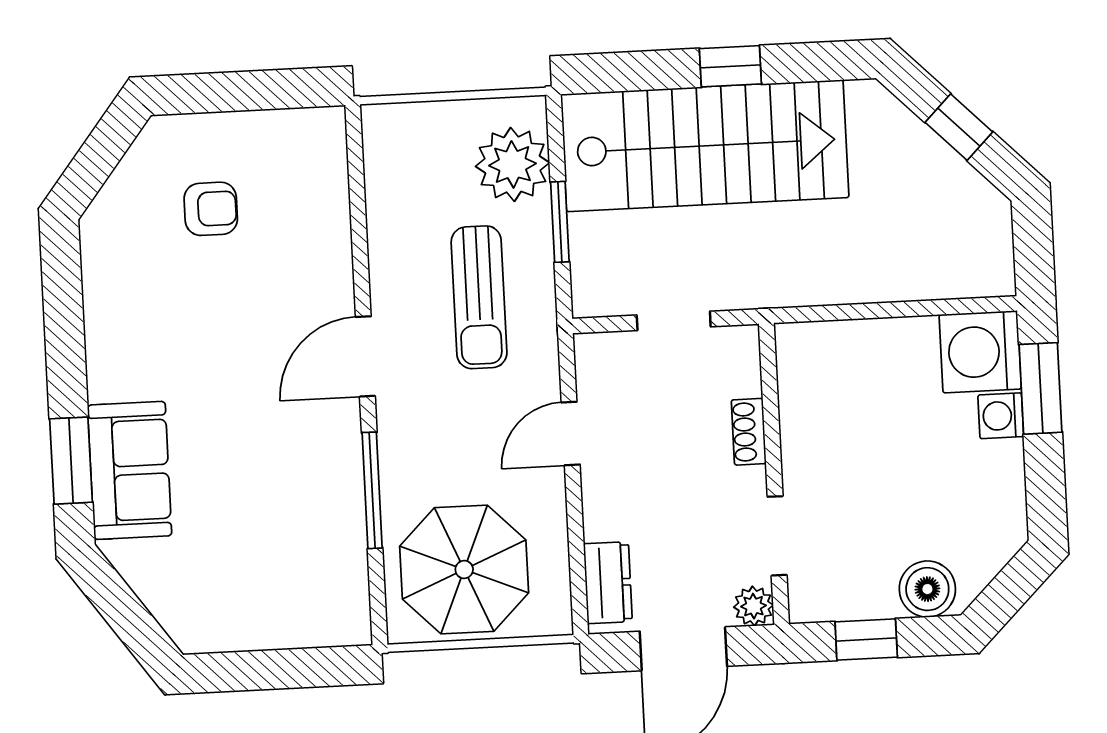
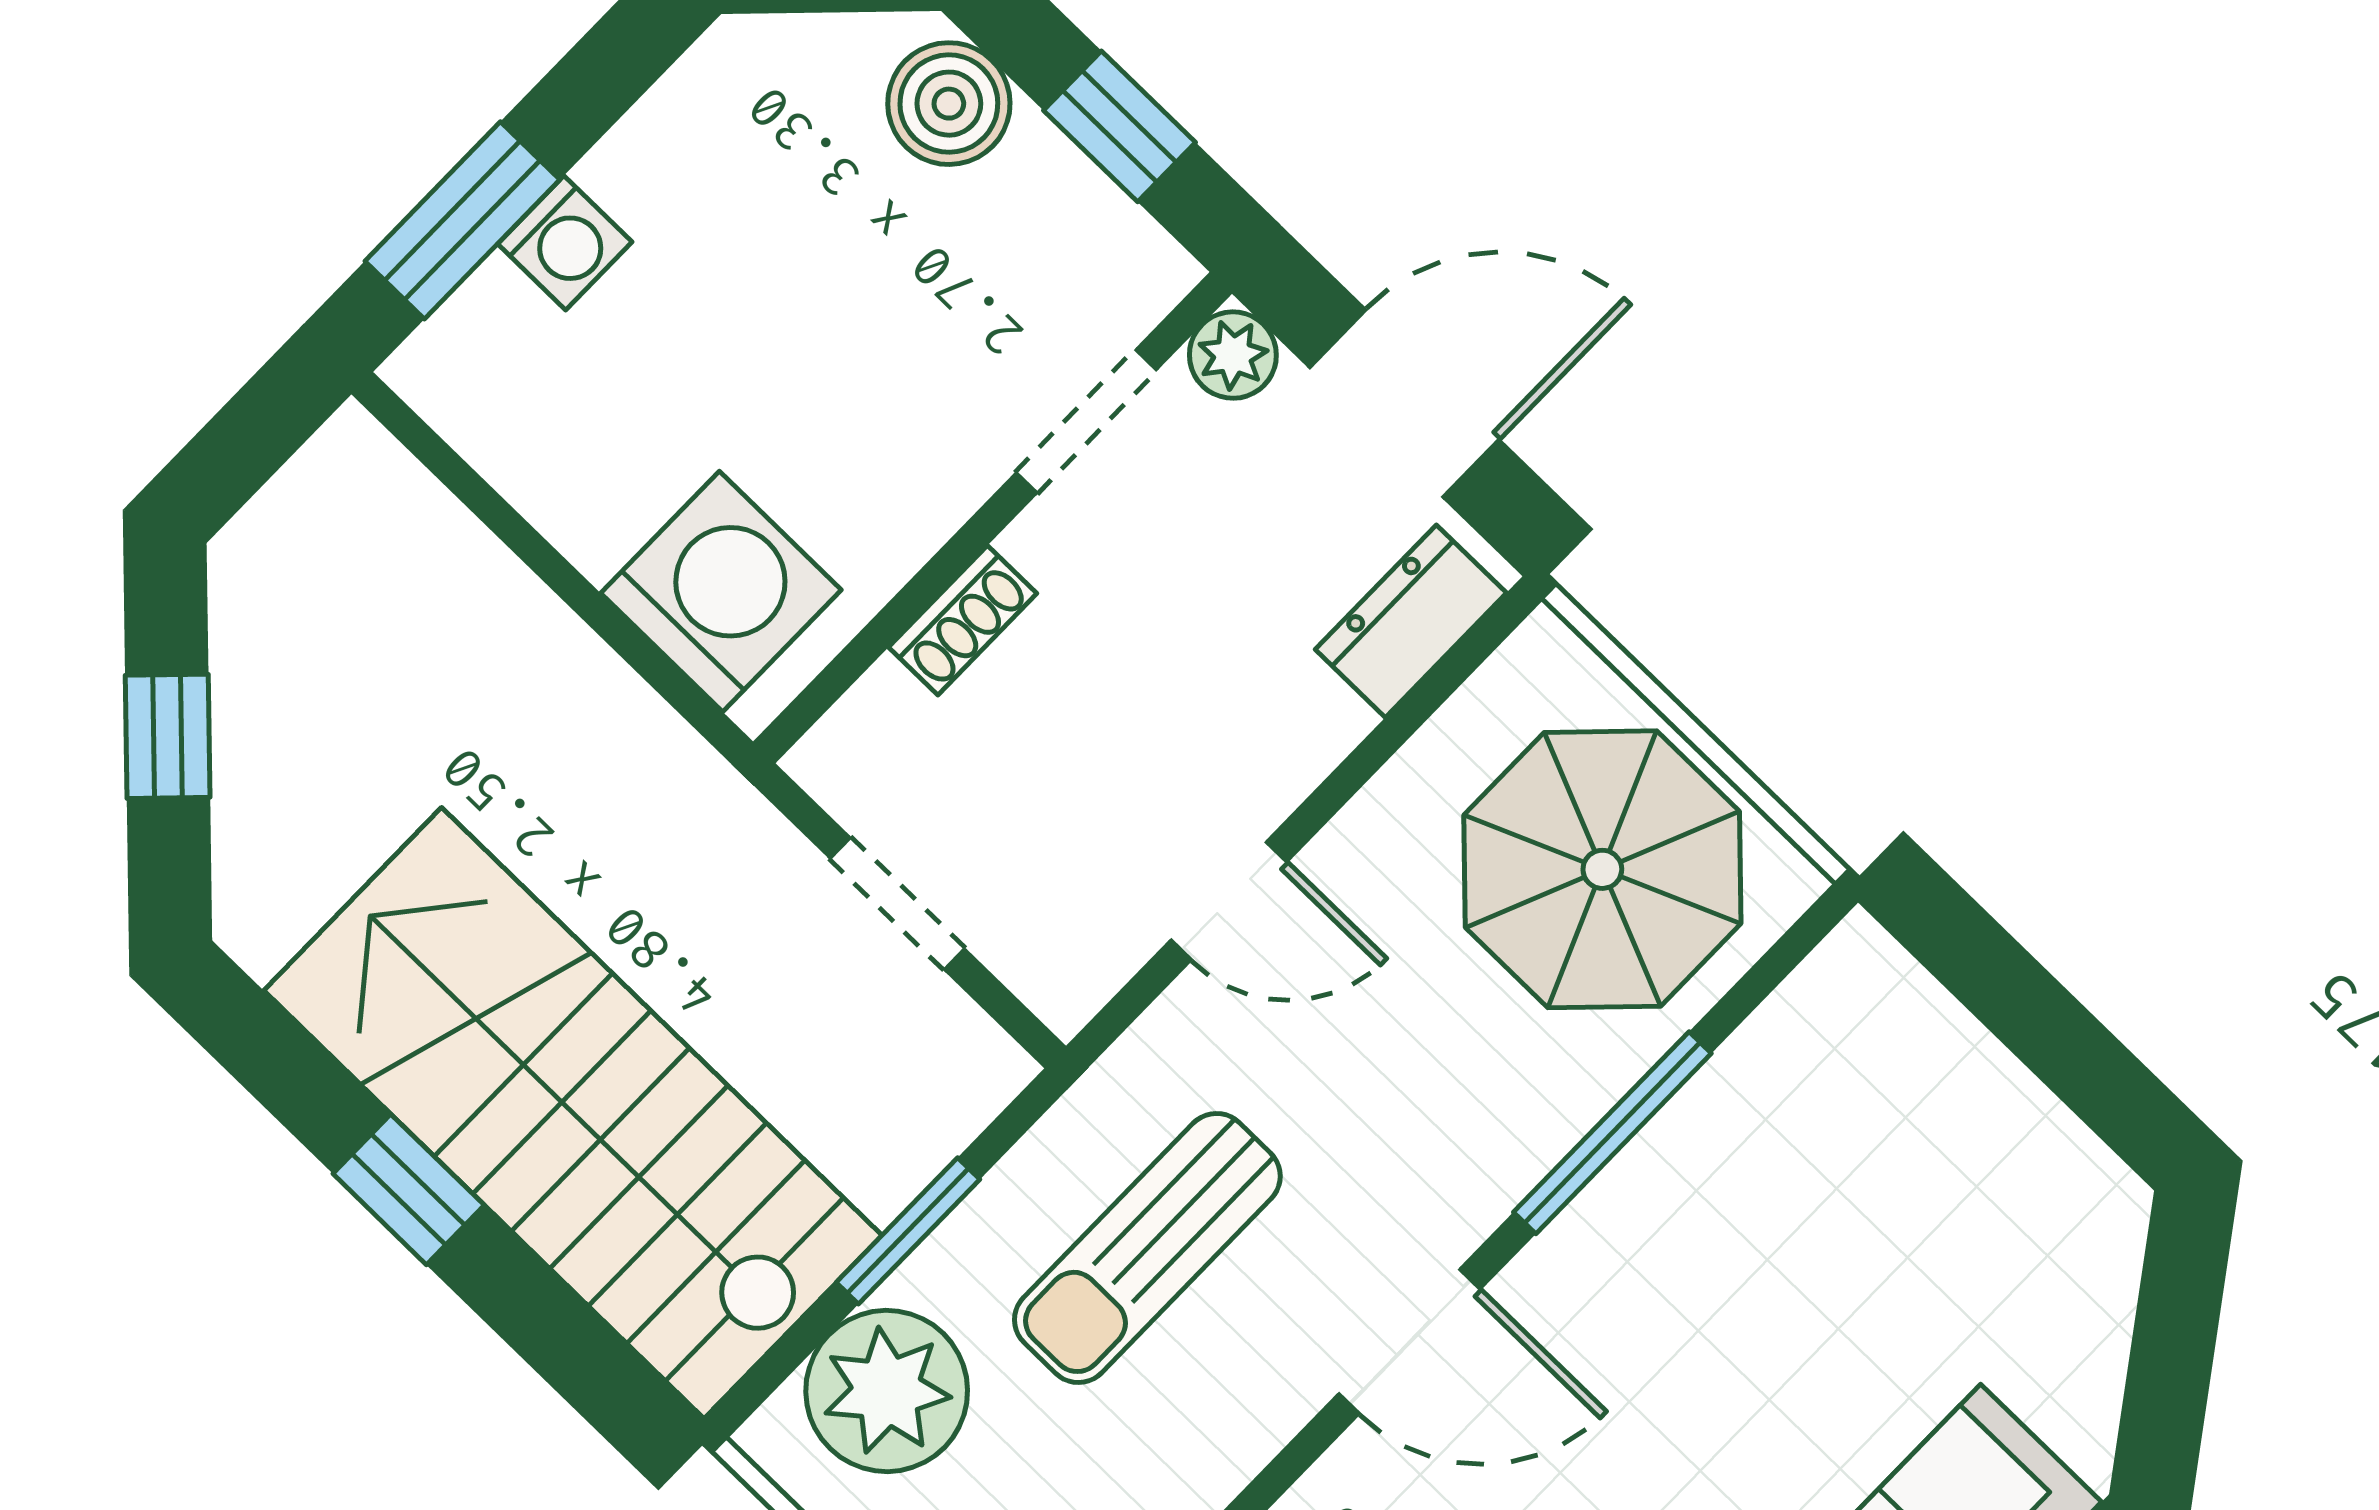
sun lounger: (479, 297) -> (1147, 1248), turned 180
washing machine: (980, 352) -> (721, 591), moved, turned -90

